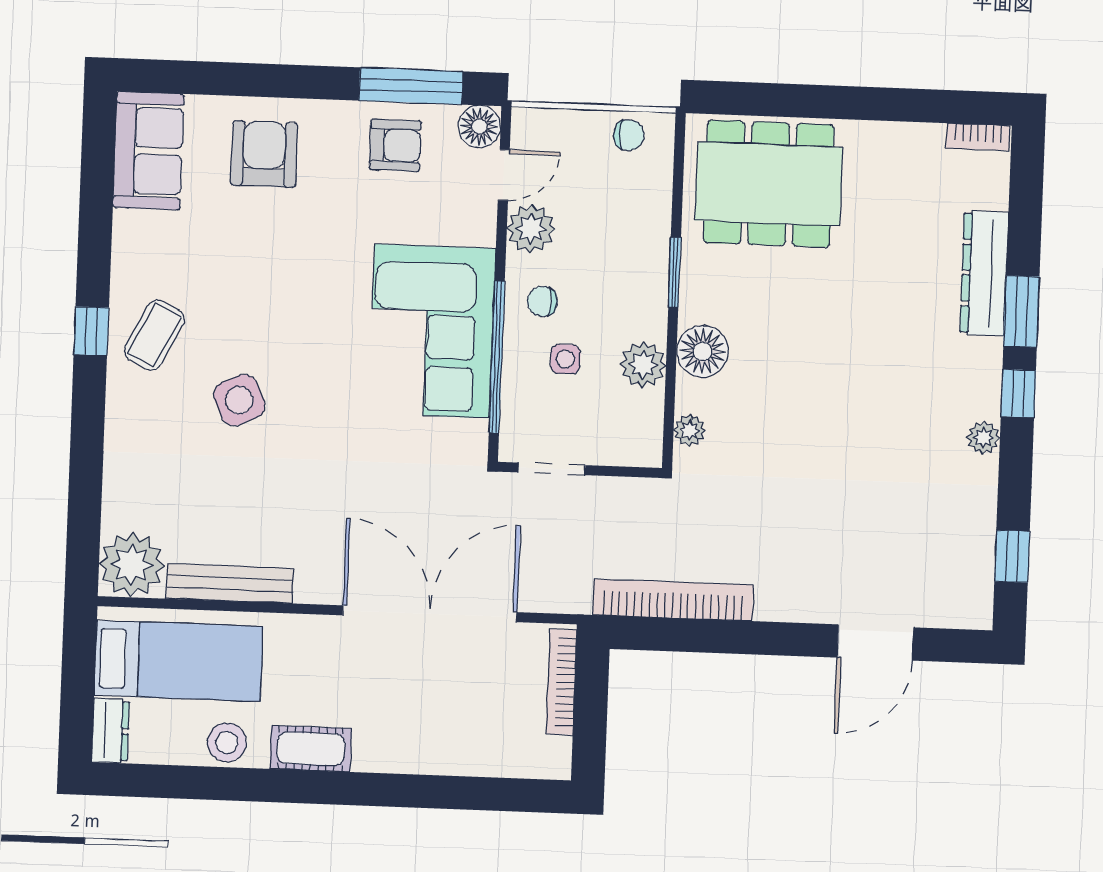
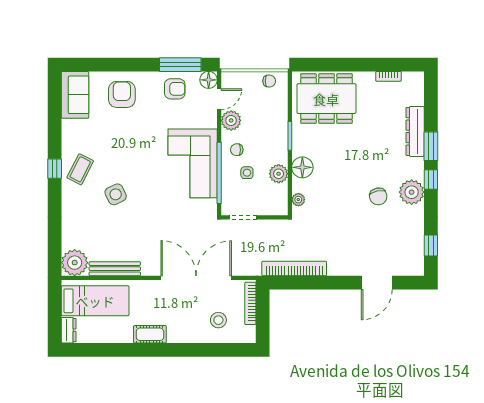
bookcase: (978, 137) -> (389, 76), moved
chair: (887, 430) -> (378, 196), added
plant: (984, 438) -> (412, 192), width x1.88, depth x1.88
stool: (227, 742) -> (218, 320), moved

